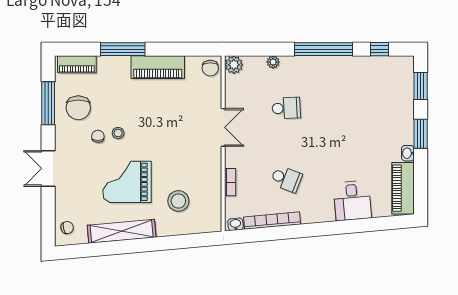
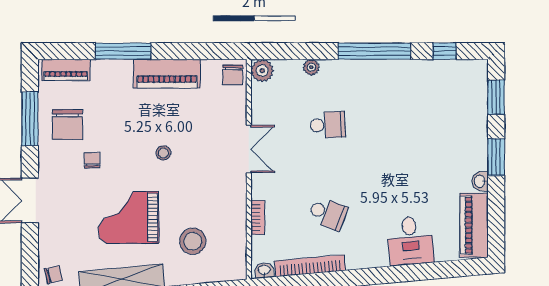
stool: (118, 133) -> (163, 153), moved

